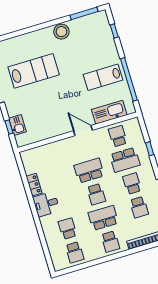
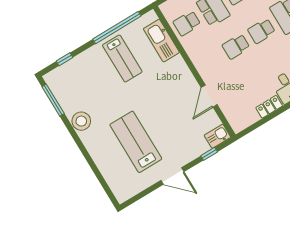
kitchen sink: (18, 125) -> (217, 136), moved
door: (83, 131) -> (209, 96), moved
school desk: (89, 171) -> (236, 46), width x0.54
school desk: (96, 194) -> (262, 31), turned 180

